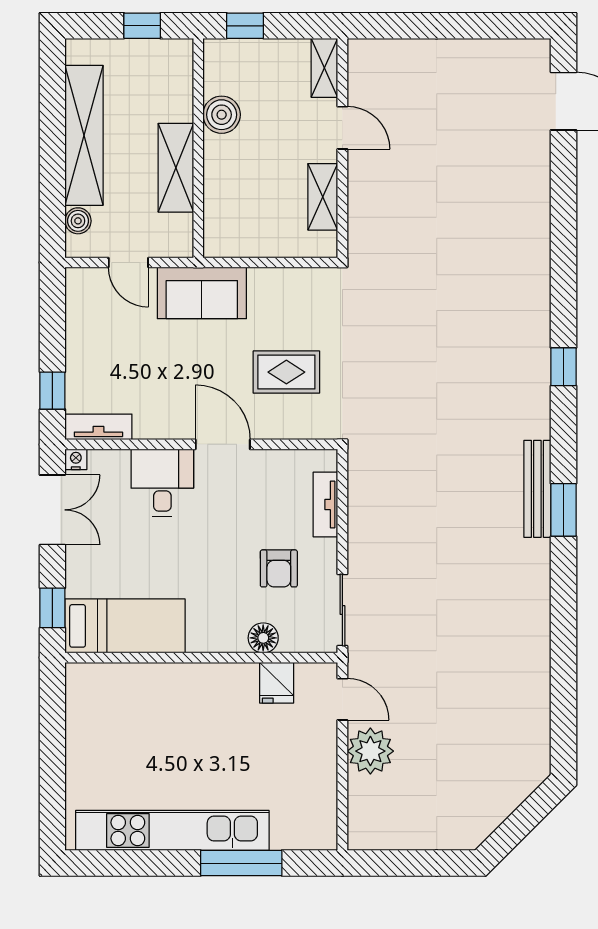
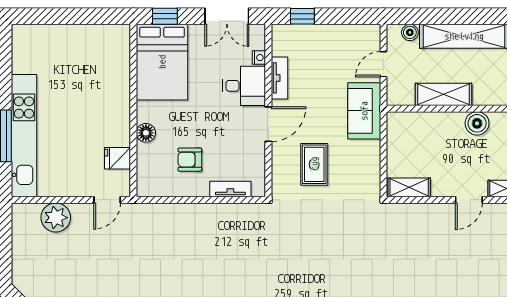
shelving: (323, 197) -> (409, 187), moved
tv unit: (98, 427) -> (279, 78), moved
nightstand: (76, 459) -> (259, 58), moved
sliding door: (342, 610) -> (164, 200), removed
bed: (125, 626) -> (162, 62), width x1.50
floor lamp: (263, 638) -> (146, 133), moved
plant: (370, 751) -> (56, 218), moved
kitchen unit: (172, 830) -> (24, 136), moved

